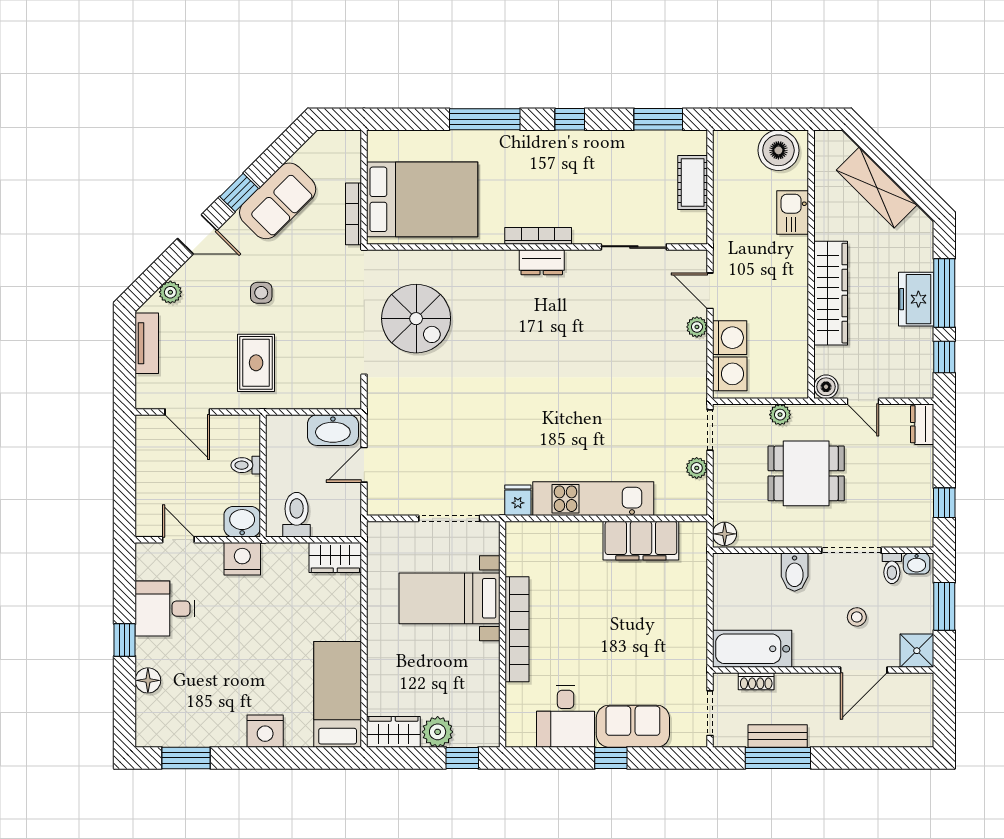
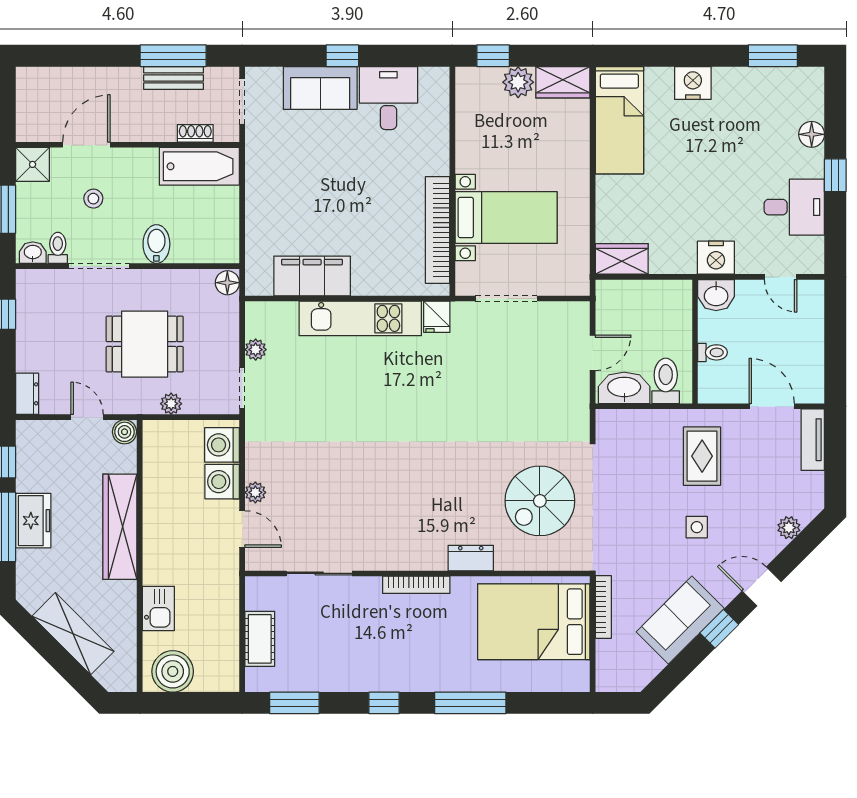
dresser: (542, 262) -> (471, 558), moved
spiral stairs: (416, 319) -> (540, 501), turned -90
tv unit: (147, 343) -> (813, 440), moved
toilet: (297, 515) -> (666, 381), moved, turned 180
bookcase: (517, 629) -> (438, 230), moved

